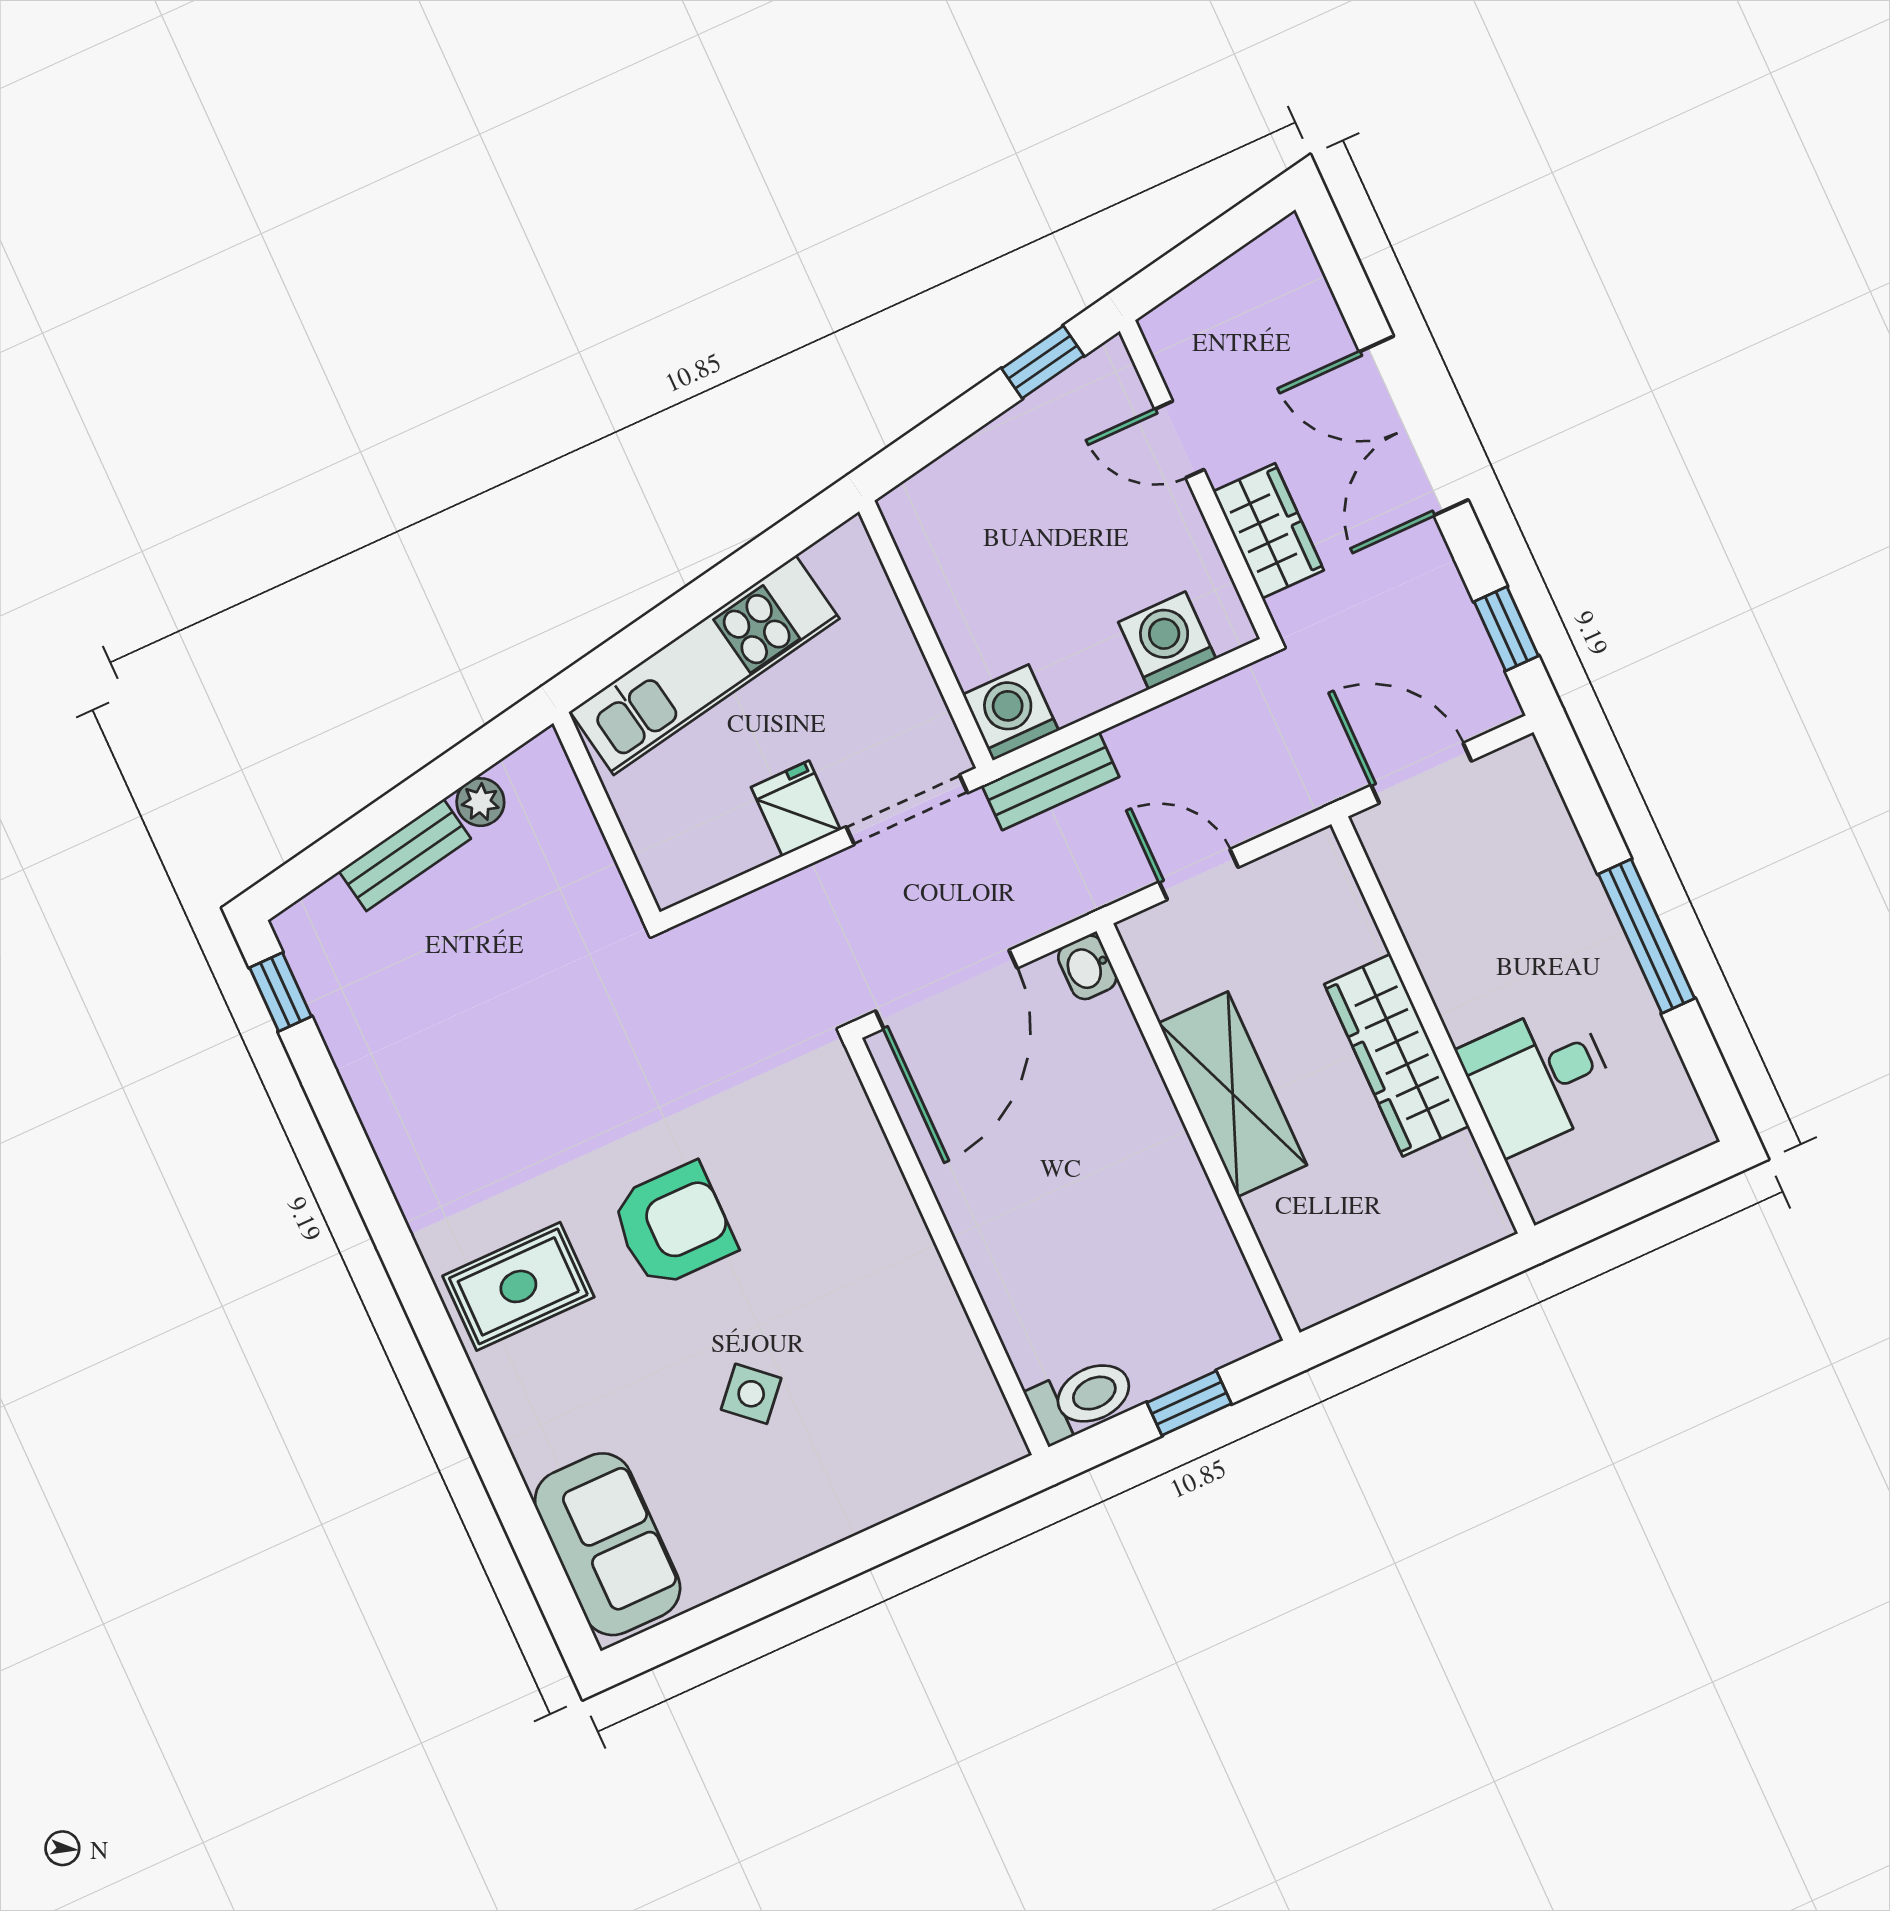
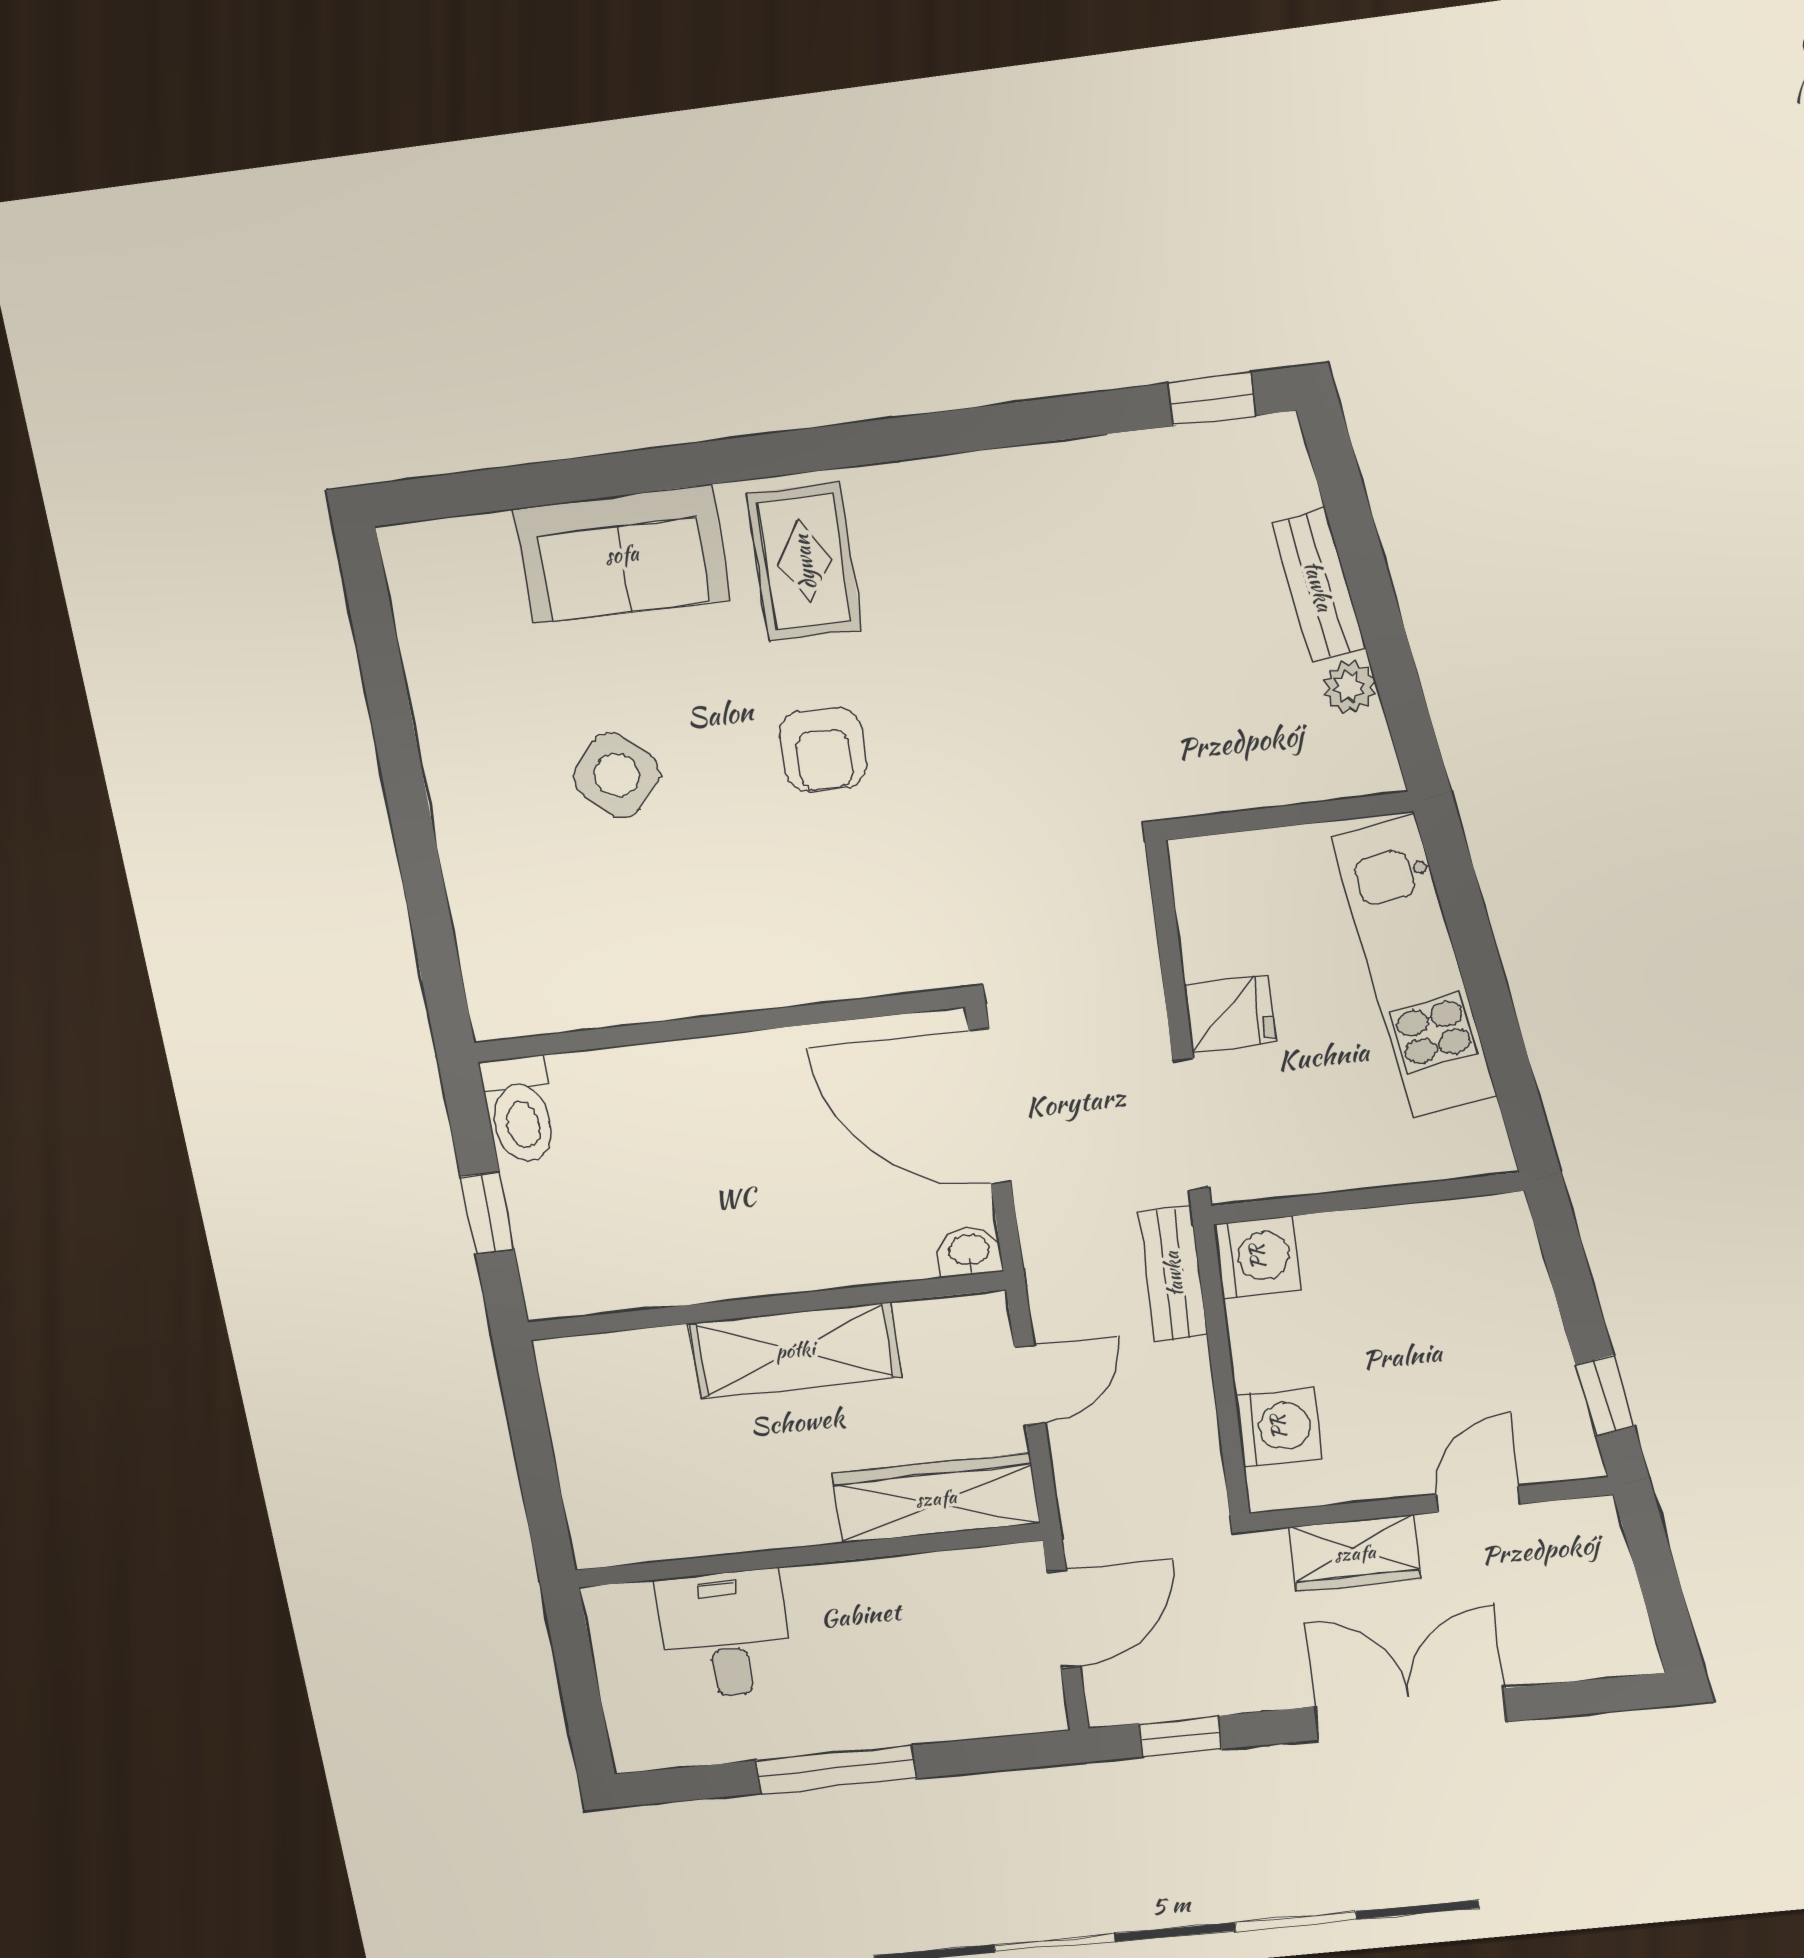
wardrobe: (1397, 1055) -> (936, 1498), moved
armchair: (673, 1225) -> (823, 750), width x0.72, depth x0.72
side table: (751, 1394) -> (617, 775), width x1.37, depth x1.37
sofa: (608, 1544) -> (622, 554), moved

